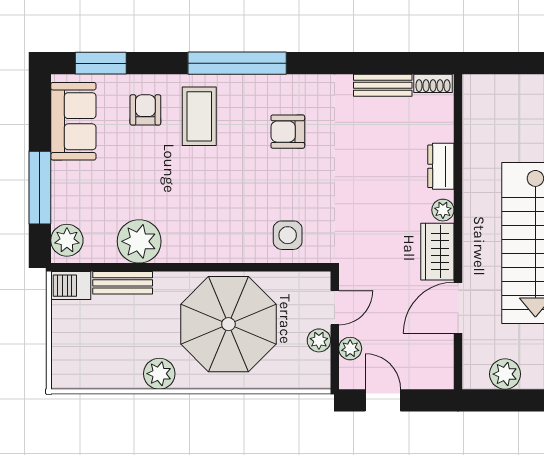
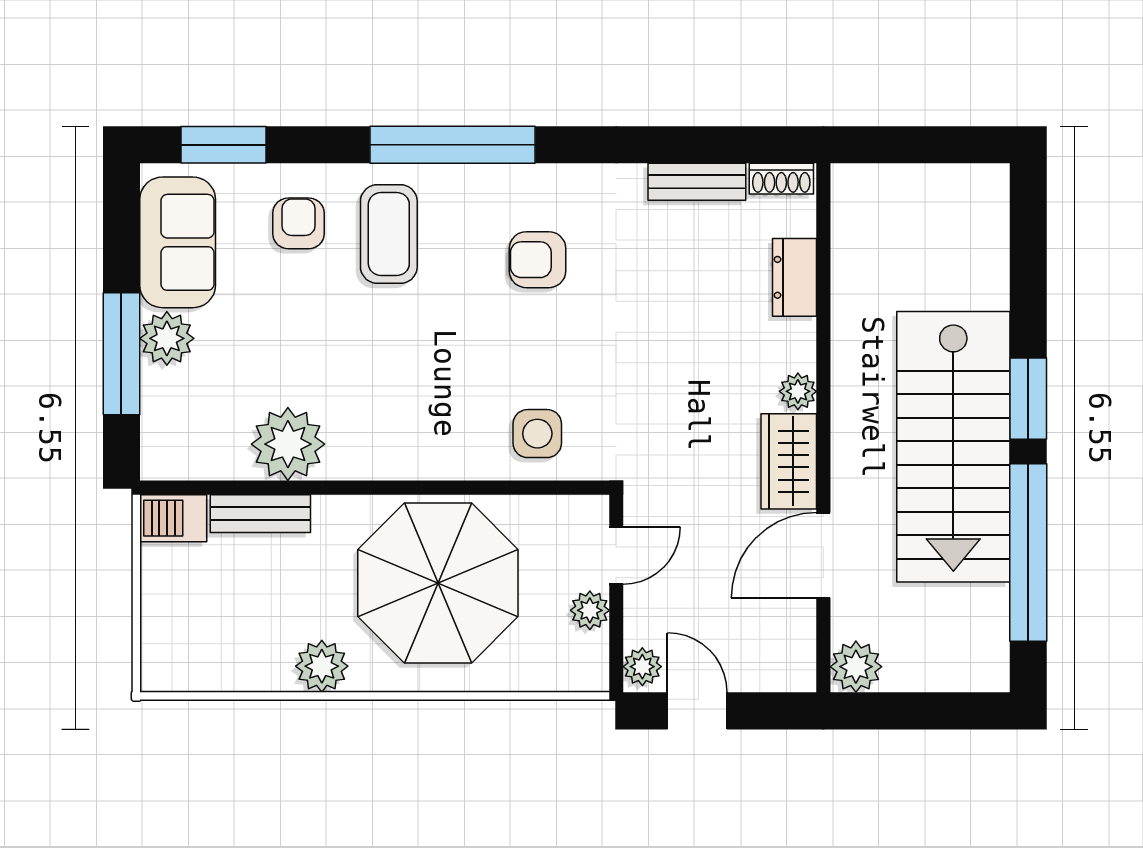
dresser: (441, 166) -> (795, 277), moved
plant: (67, 240) -> (167, 338), moved
plant: (350, 349) -> (642, 667), moved
plant: (505, 374) -> (856, 667), moved

